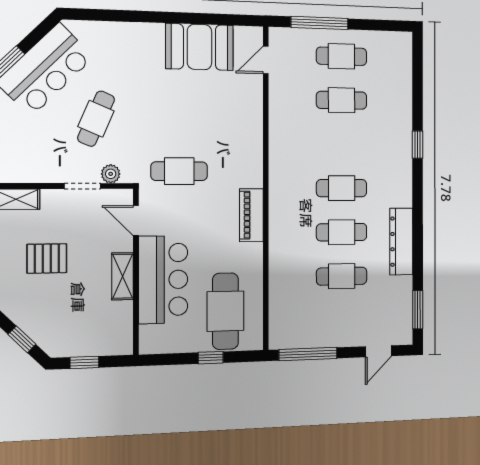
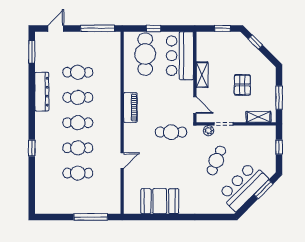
cafe table: (342, 56) -> (78, 148), moved
door: (266, 60) -> (122, 161), moved
pallet: (47, 259) -> (242, 85), turned 90
bar counter: (163, 280) -> (180, 56), moved

